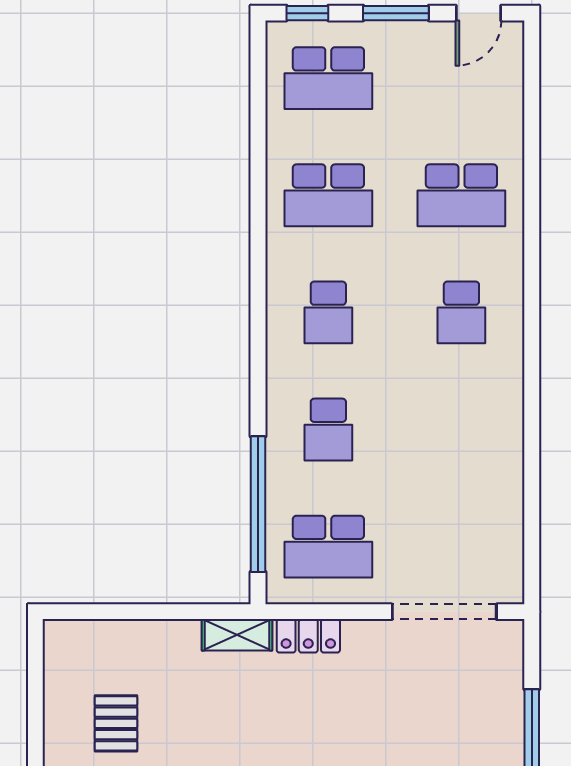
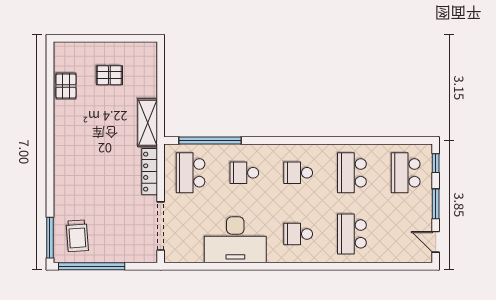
desk: (474, 449) -> (235, 240), added
shelving: (237, 635) -> (148, 123), width x1.50, depth x1.33
locker: (308, 636) -> (150, 172), width x1.53

